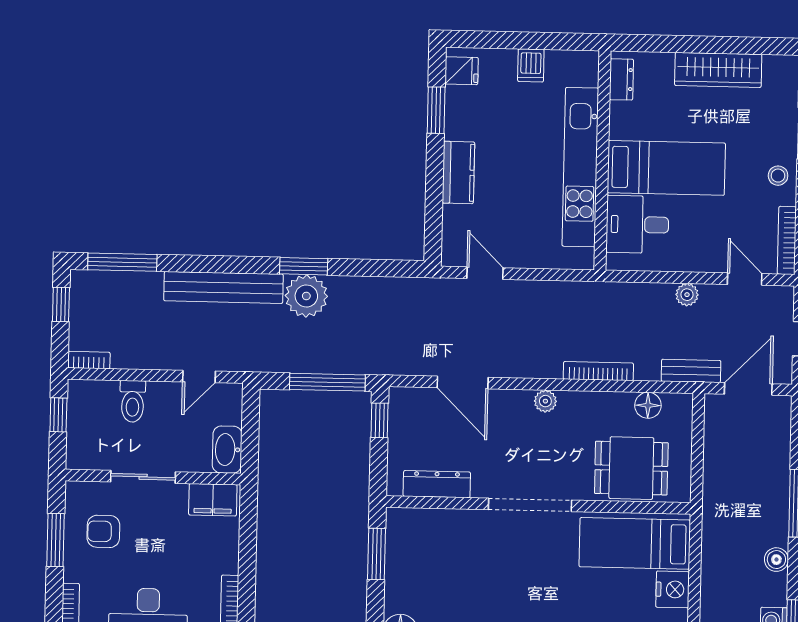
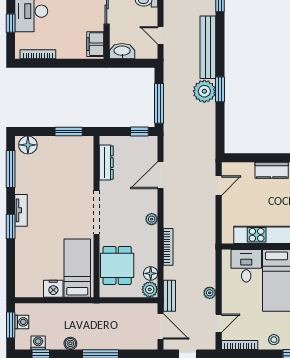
plant: (678, 408) -> (150, 289), added

